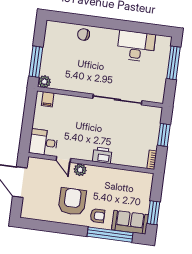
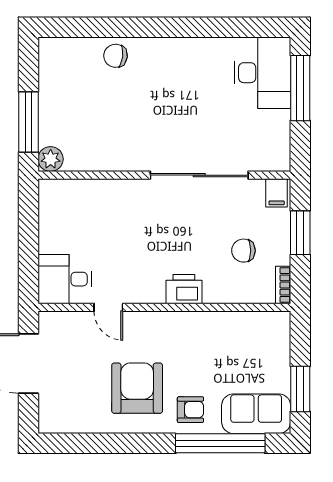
desk: (136, 46) -> (262, 73), moved, turned 90
filing cabinet: (48, 99) -> (277, 193), moved
chair: (134, 140) -> (243, 251), added
plant: (80, 170) -> (144, 323), removed

